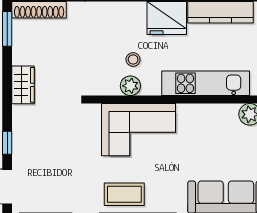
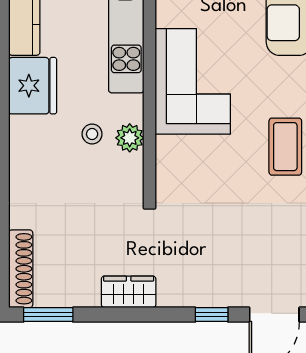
corner sofa: (139, 130) -> (193, 81), moved

